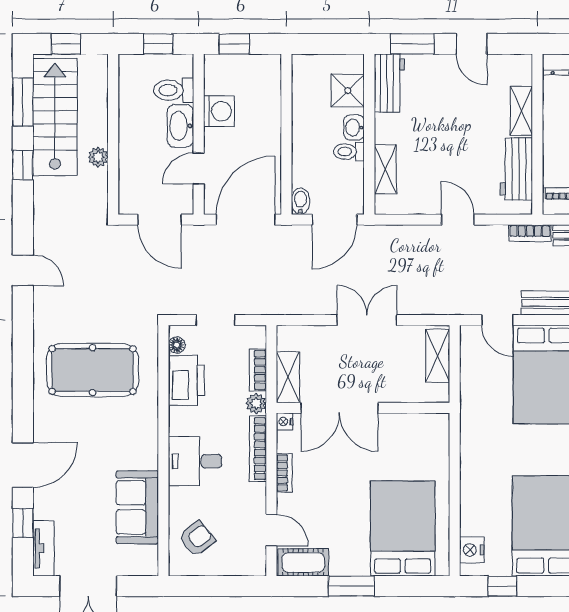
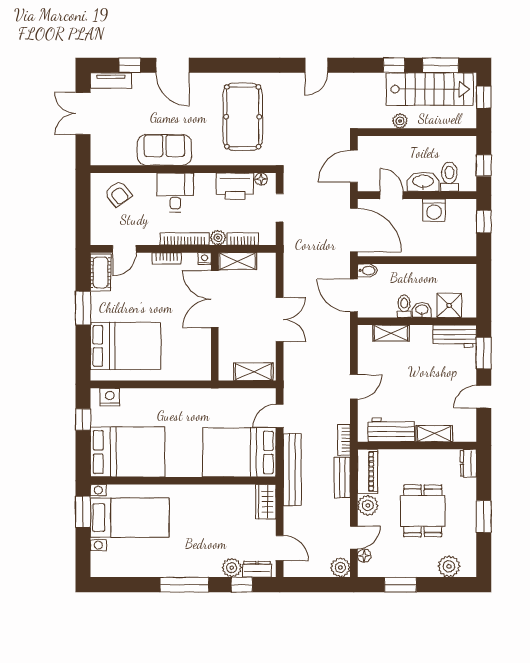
sofa: (137, 507) -> (164, 150), moved

